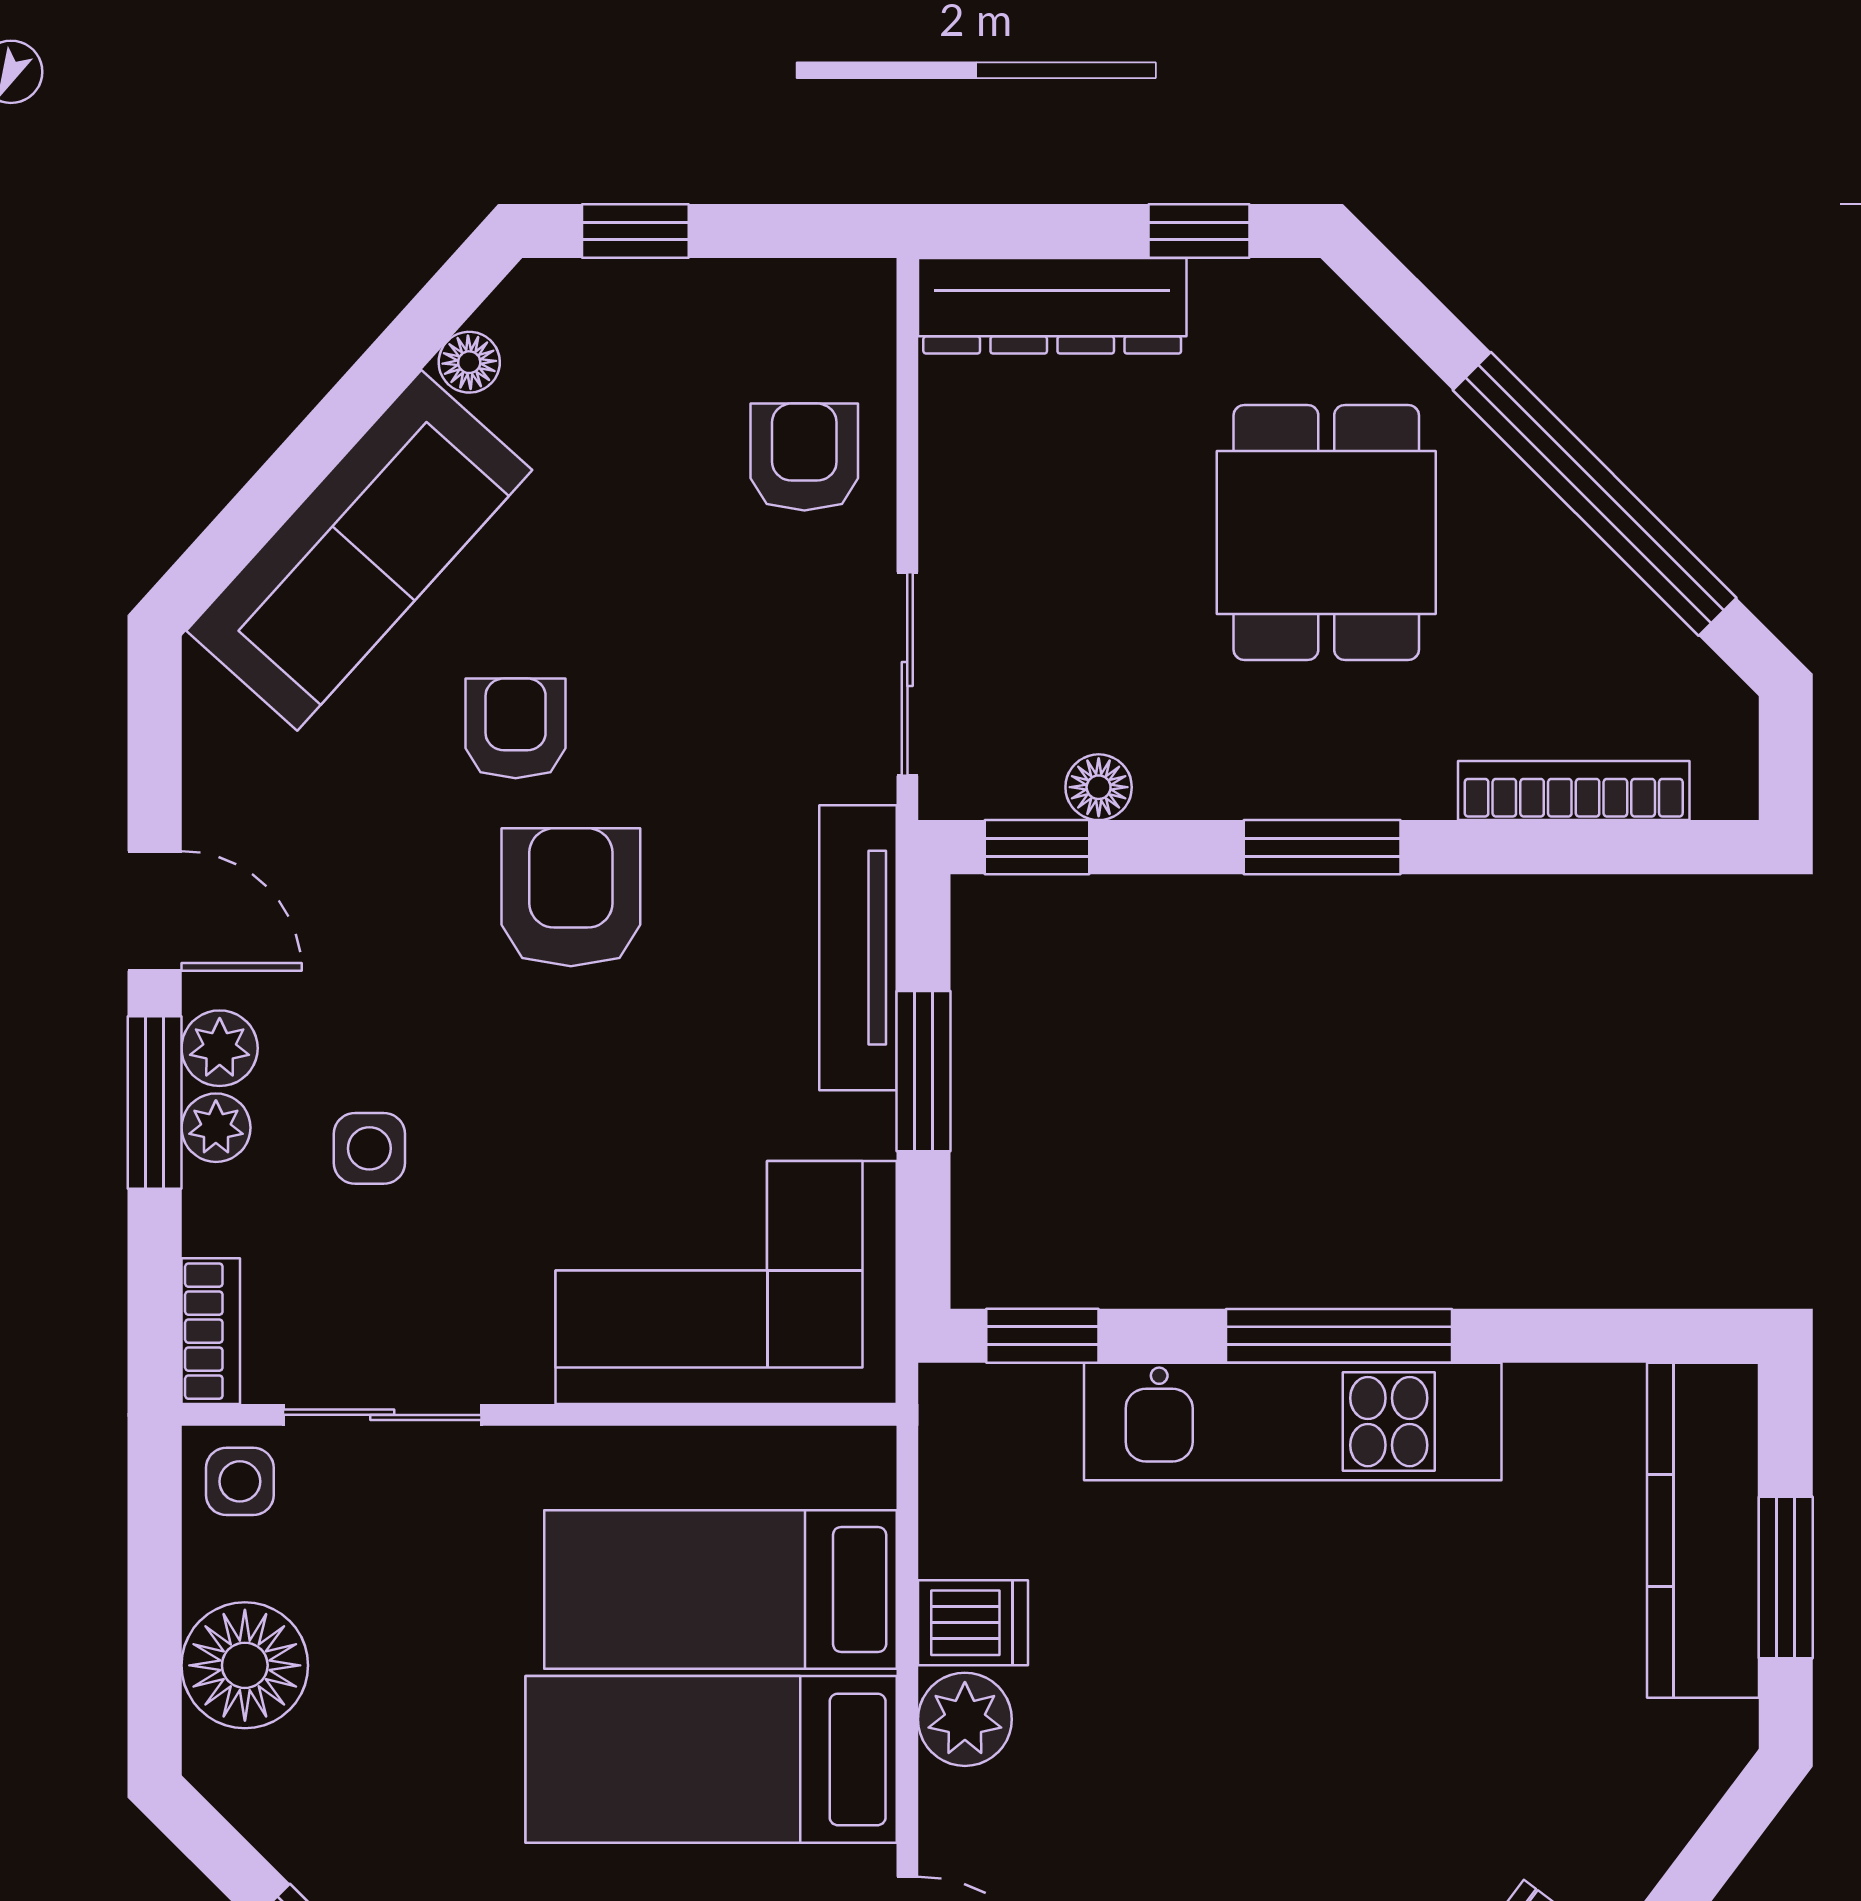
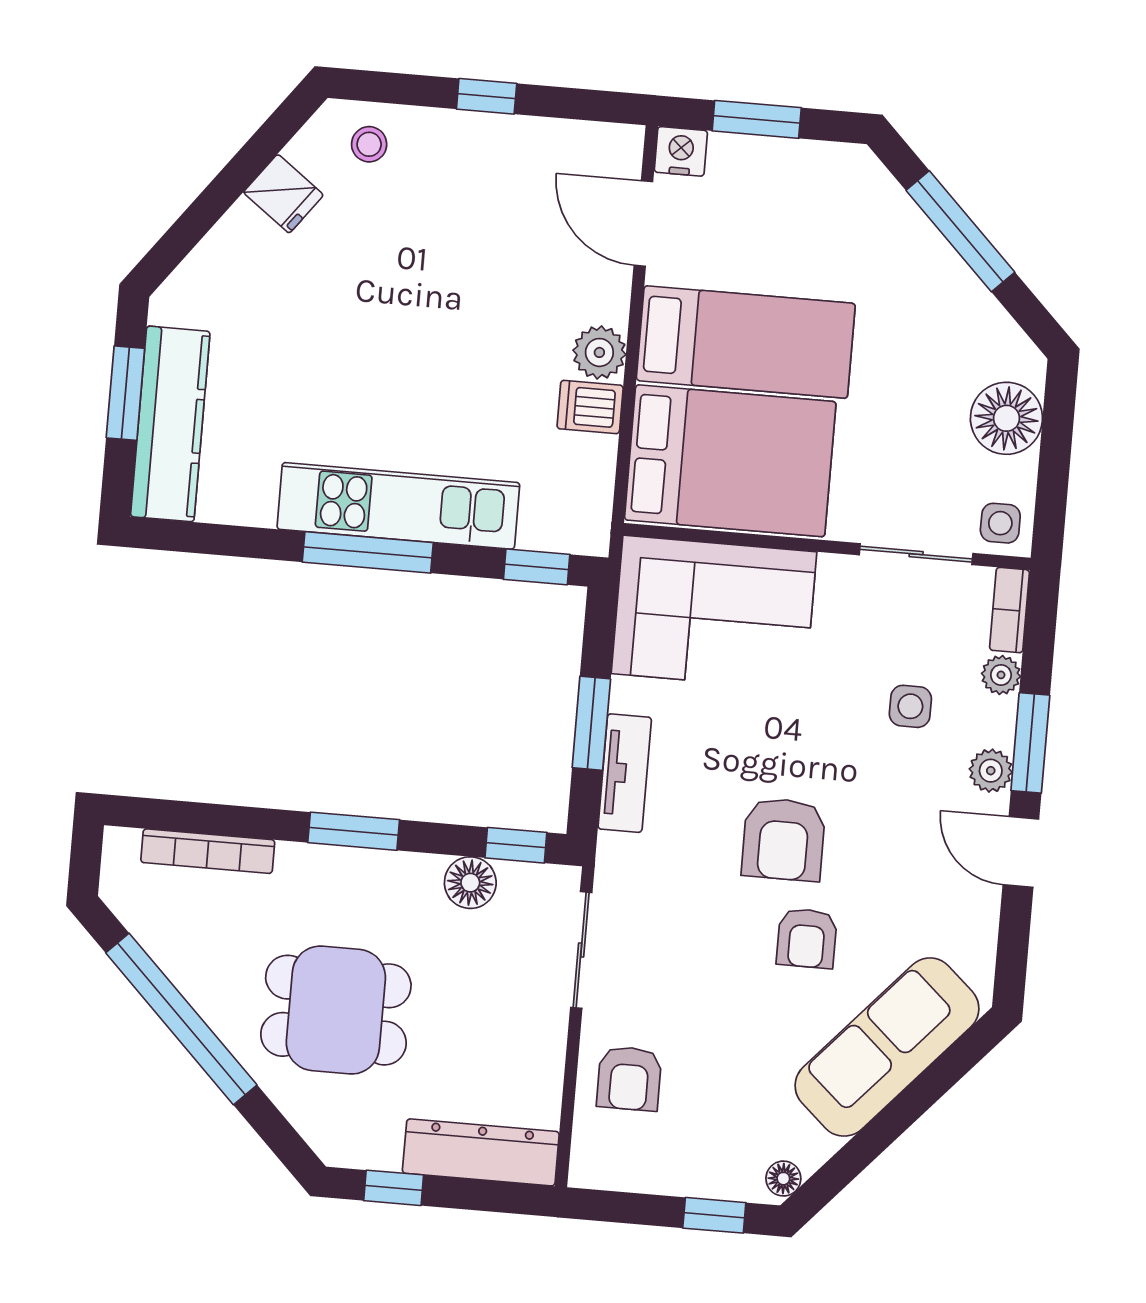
floor lamp: (469, 362) -> (783, 1179), moved
dining table: (1326, 532) -> (336, 1010), turned 90
floor lamp: (1099, 787) -> (470, 883), width x1.37, depth x1.37
tv unit: (858, 948) -> (625, 773), width x0.71
plant: (216, 1128) -> (1001, 675), moved
bed: (720, 1589) -> (730, 461), width x1.50

